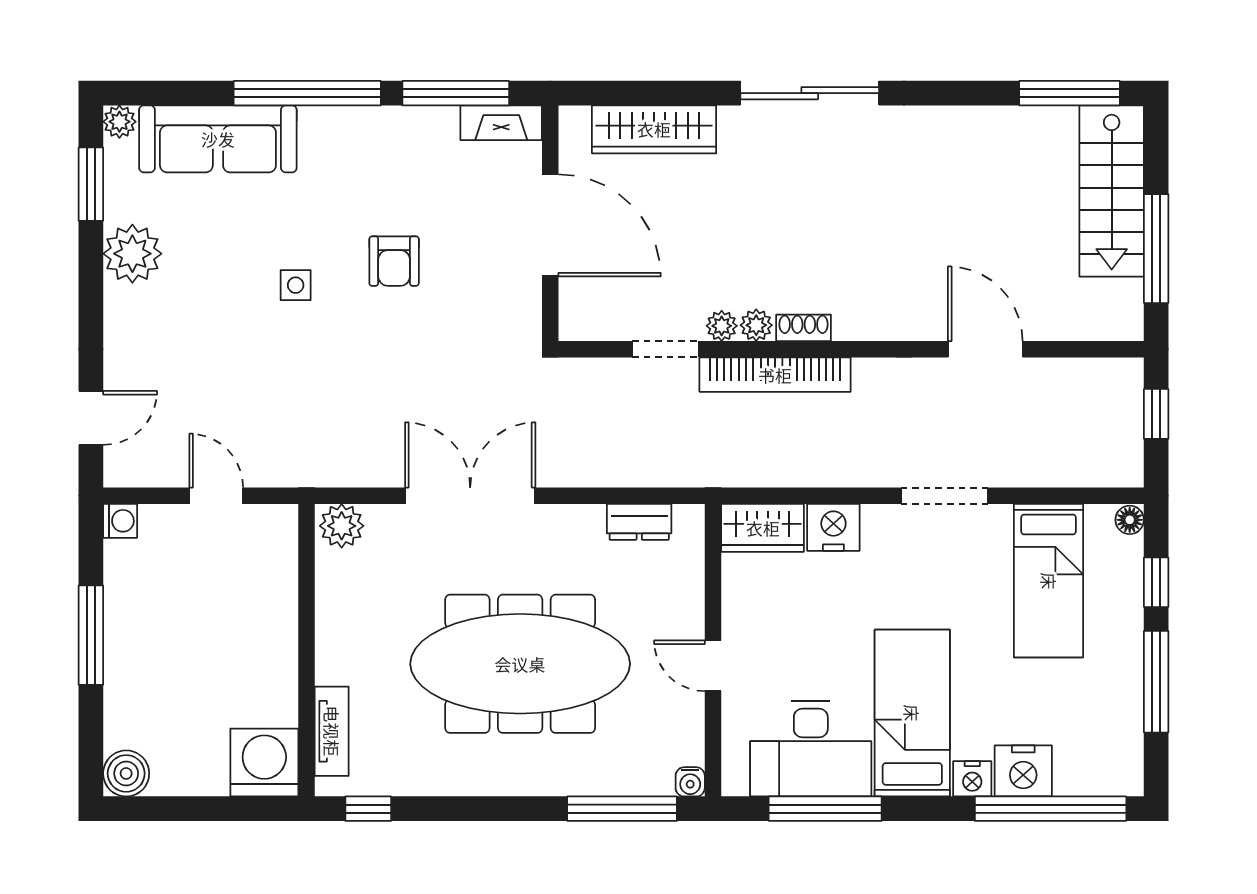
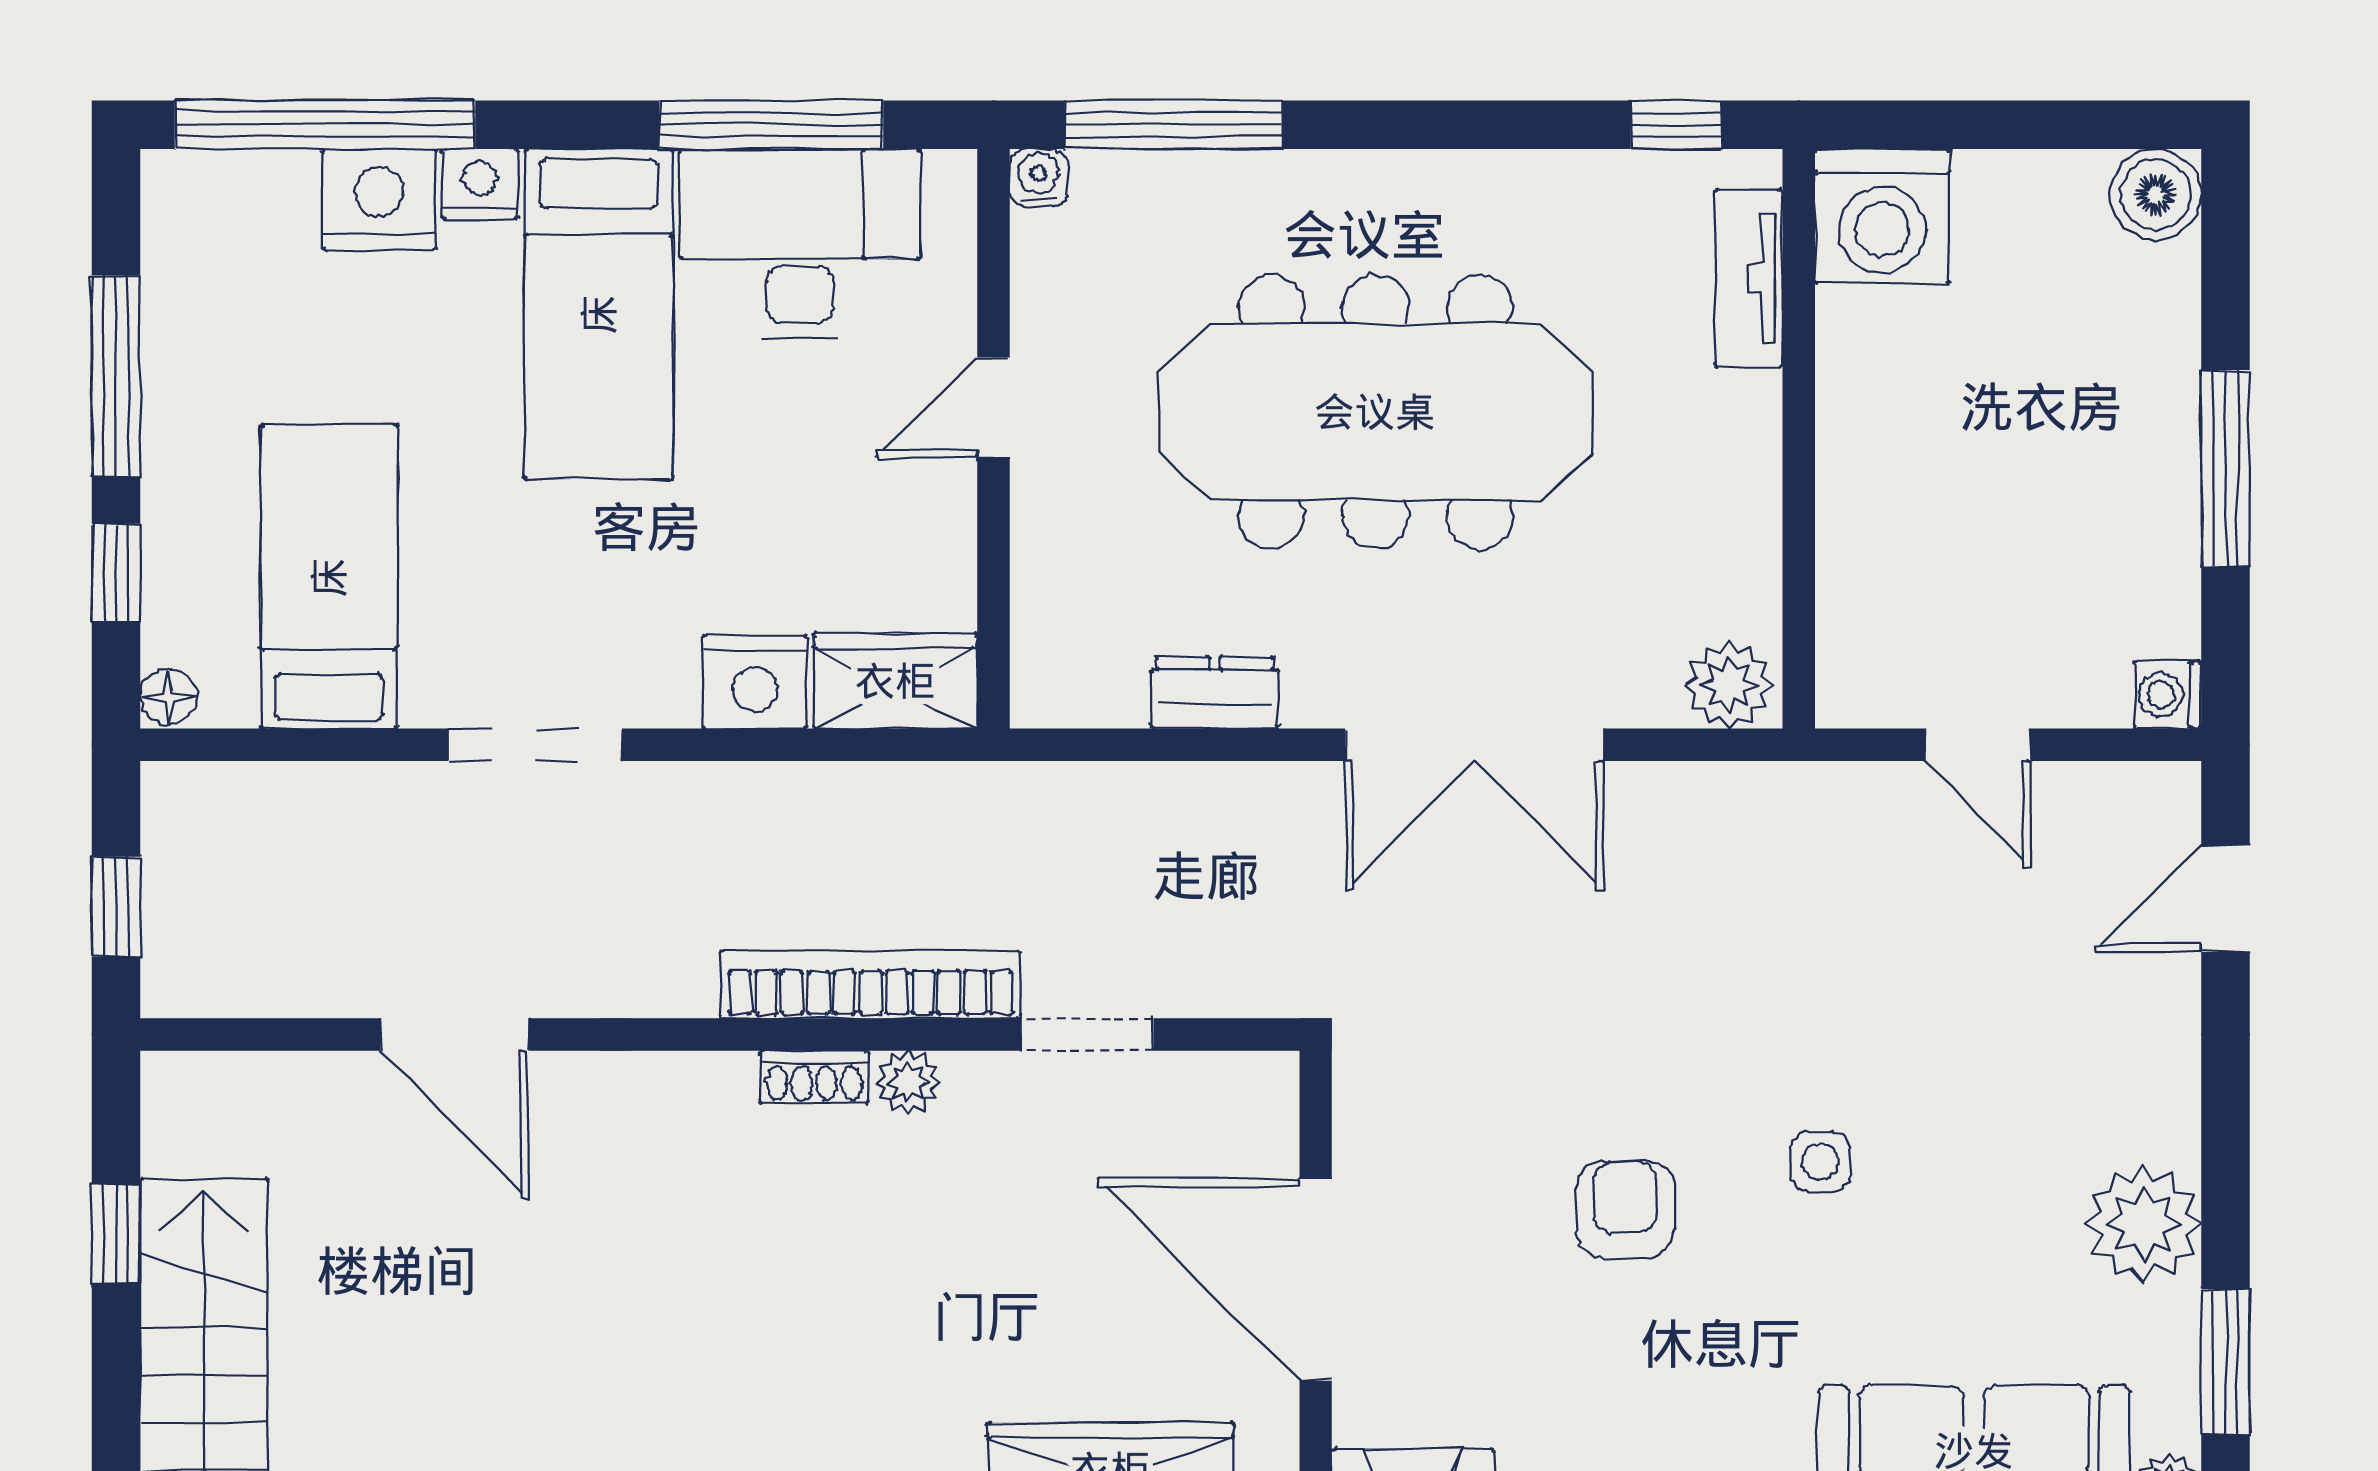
window: (1156, 249) -> (116, 1234), width x0.46
plant: (722, 326) -> (976, 1081), removed
dresser: (639, 522) -> (1215, 693), moved
door: (713, 666) -> (994, 408), swing flipped

